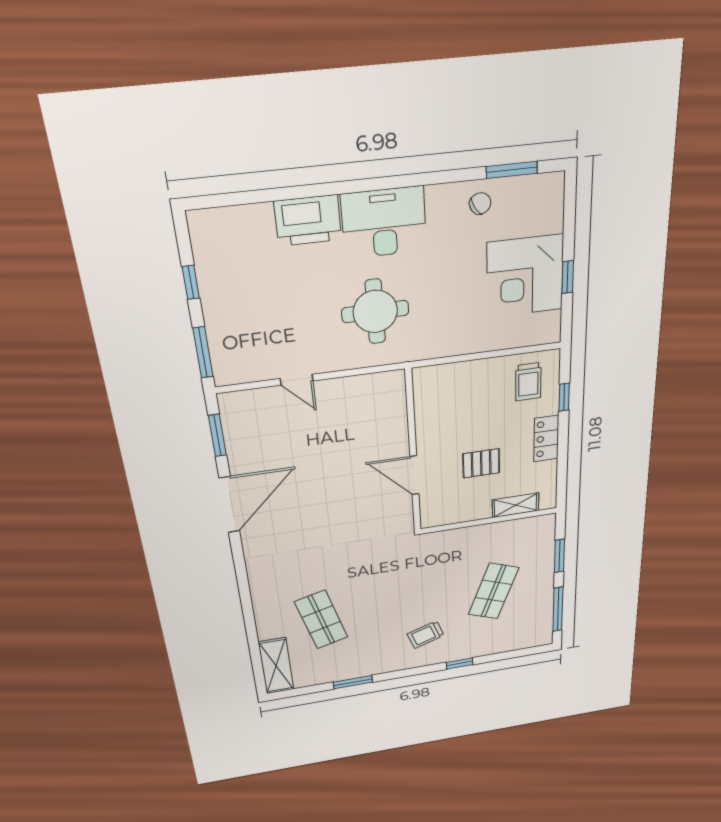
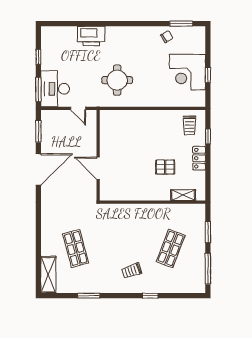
desk: (384, 223) -> (55, 89), moved, turned -90
wall: (413, 453) -> (98, 155), moved
door: (414, 475) -> (98, 168), moved

